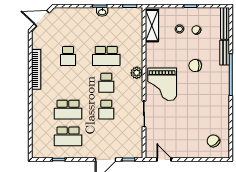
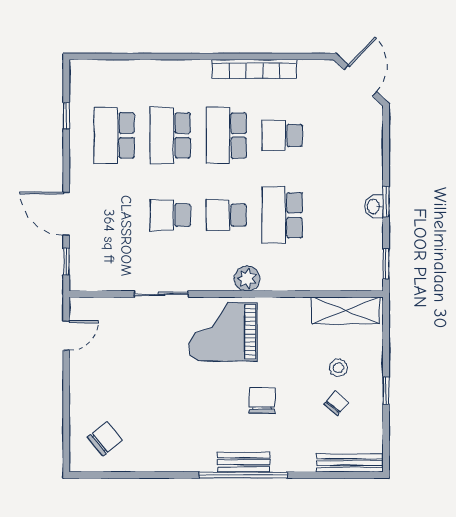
bench: (225, 53) -> (244, 462), moved
school desk: (68, 83) -> (226, 135), added

